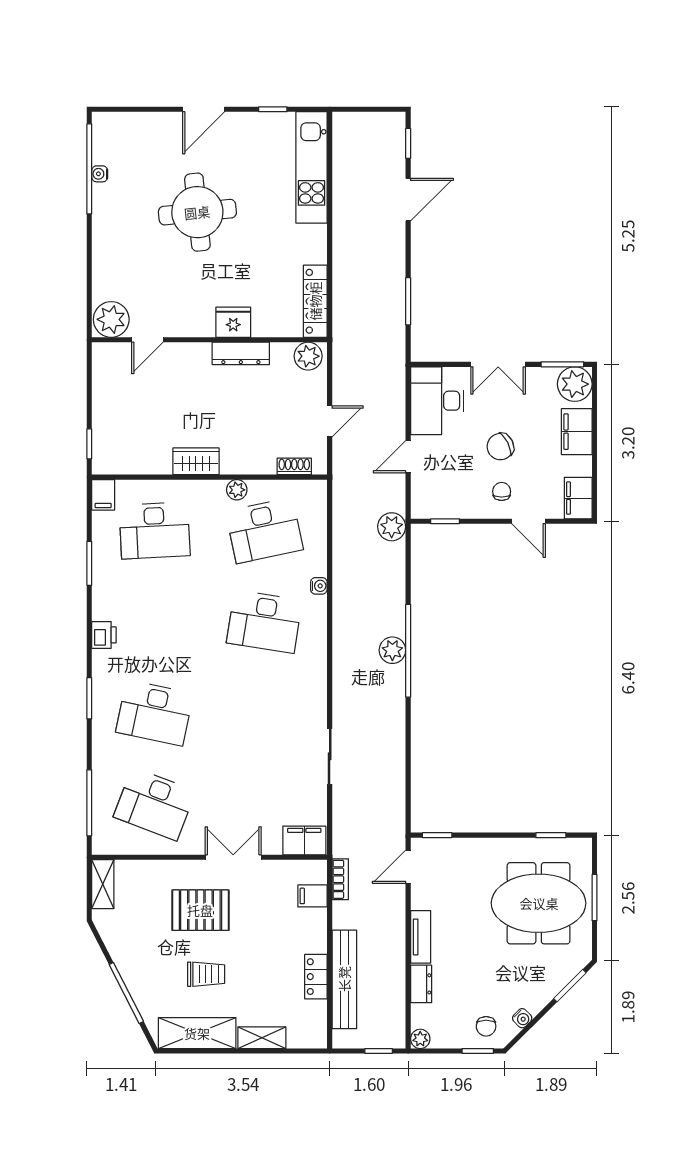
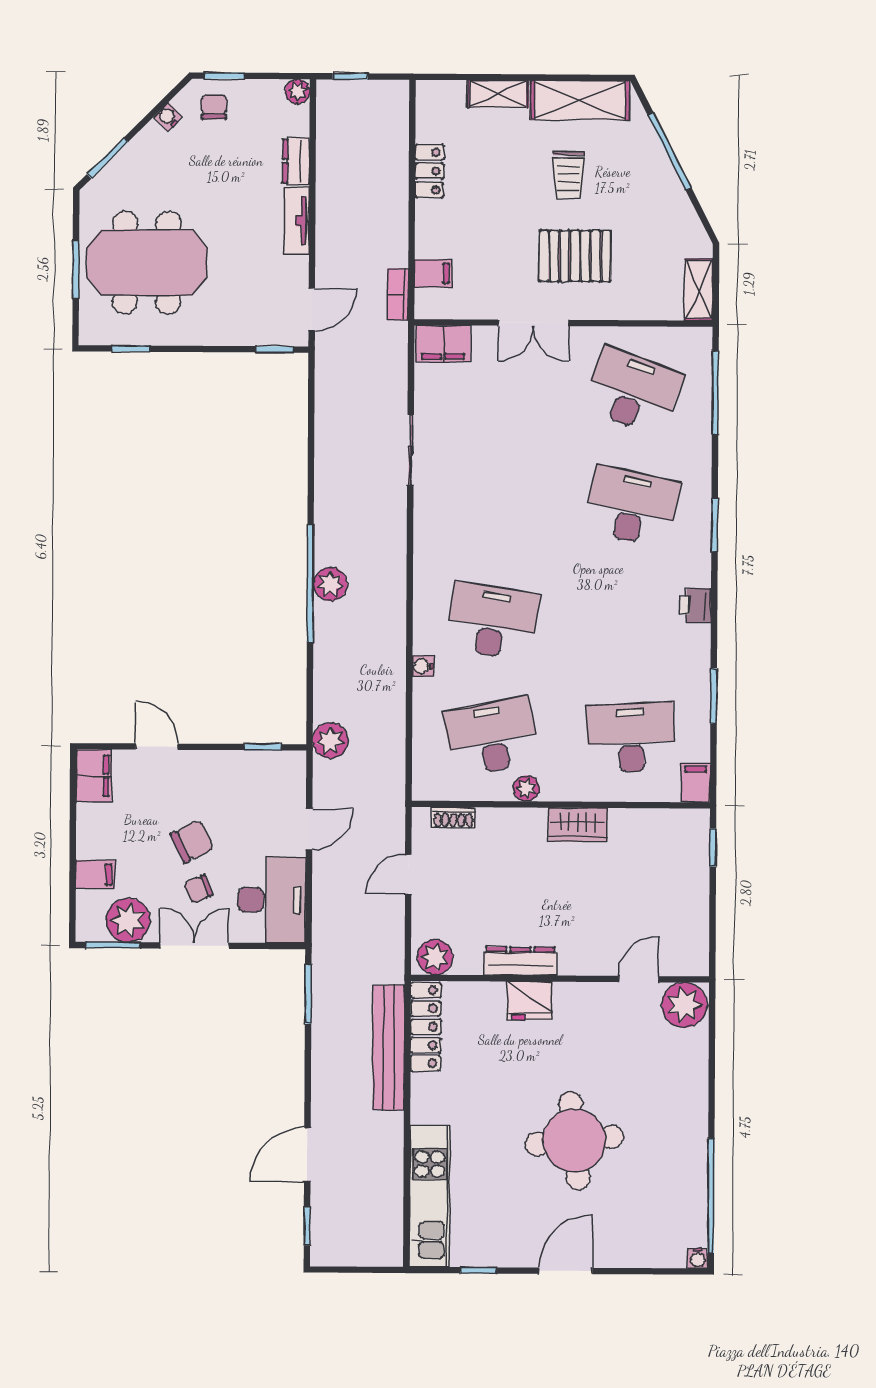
water cooler: (100, 174) -> (698, 1258), moved, turned 90
window: (408, 301) -> (308, 994), moved
plant: (575, 384) -> (128, 920), moved
filing cabinet: (577, 432) -> (95, 874), width x0.50
chair: (502, 491) -> (199, 889), moved, turned 67
trolley: (206, 974) -> (568, 175), turned -90
bench: (344, 979) -> (389, 1048), moved

